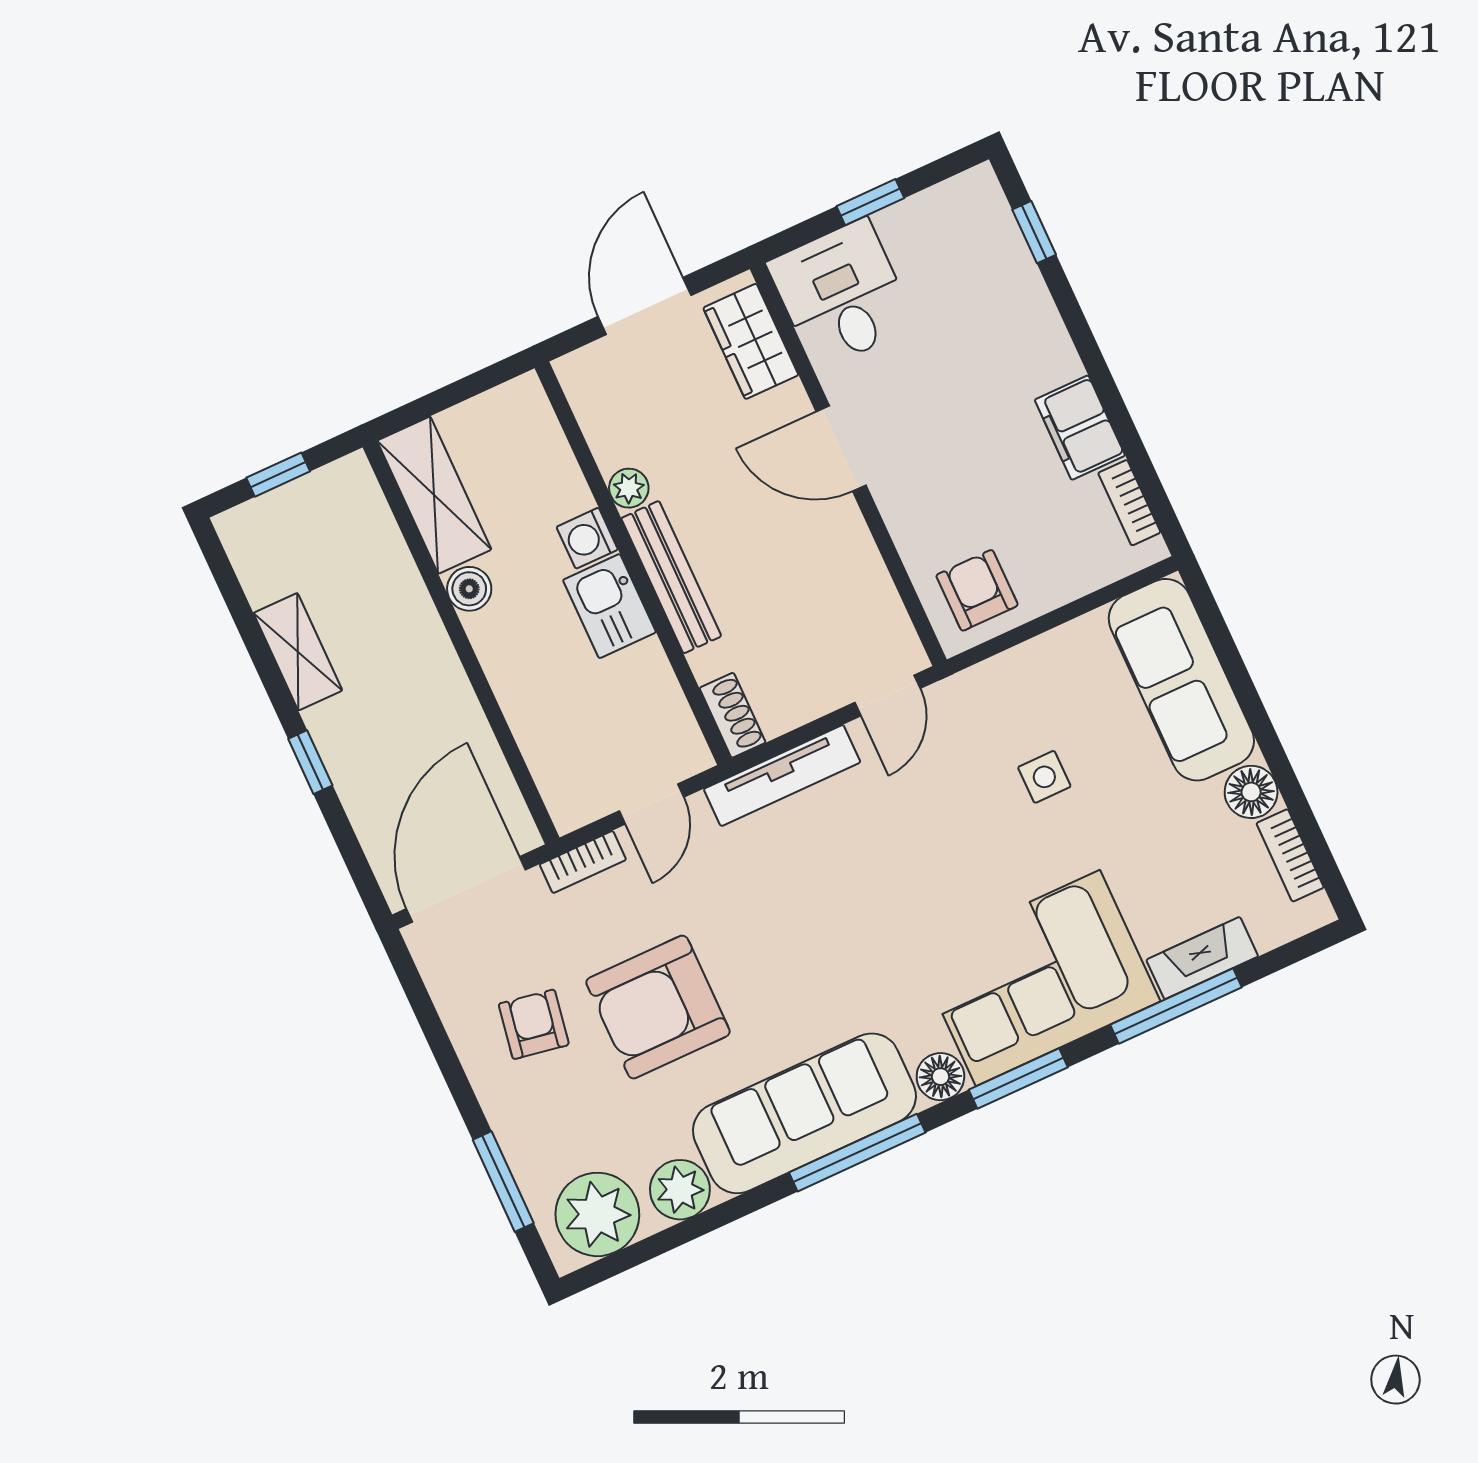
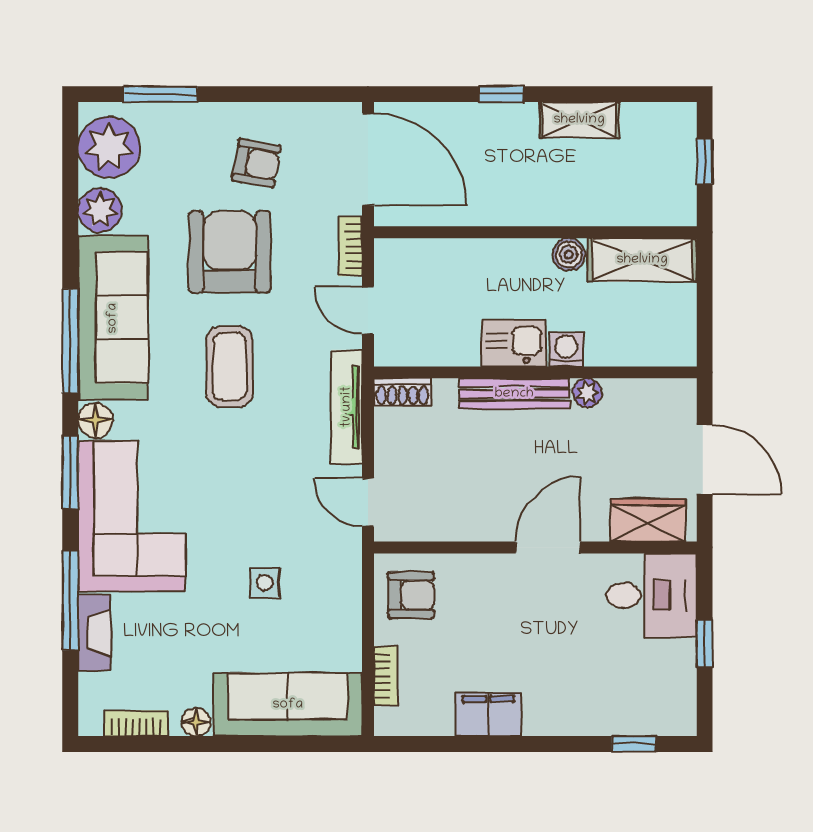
bookcase: (1129, 503) -> (386, 676), moved, turned 90
floor lamp: (1251, 792) -> (196, 722), width x0.73, depth x0.73
coffee table: (799, 943) -> (229, 367), added

